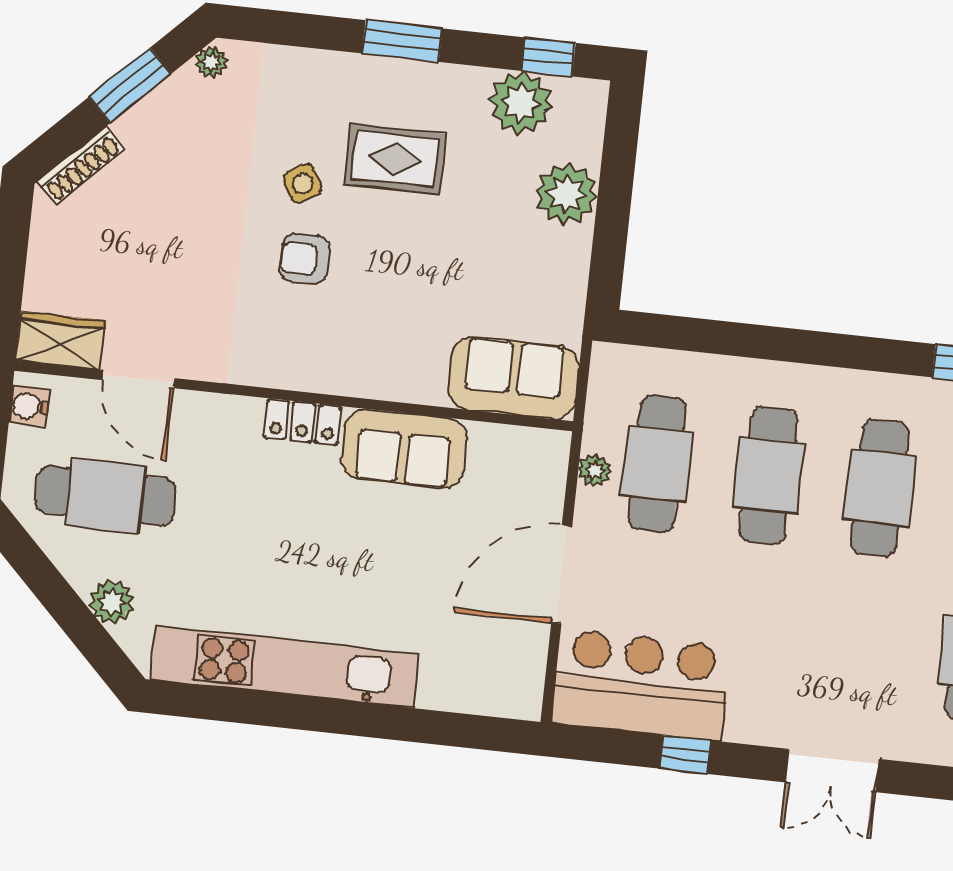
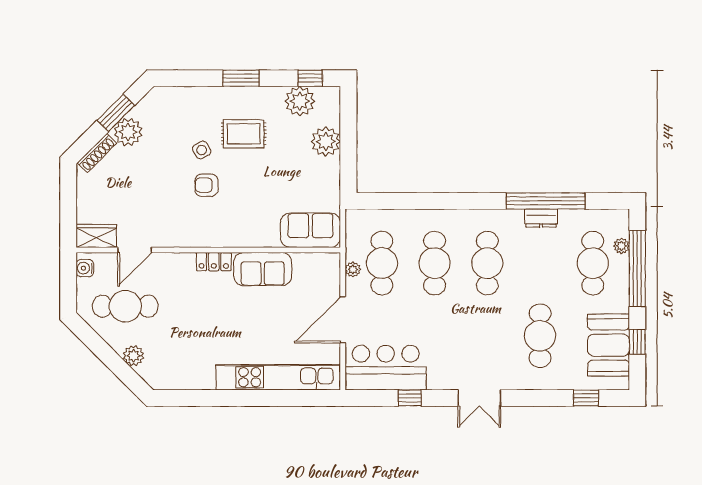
plant: (211, 62) -> (128, 132), moved, width x1.87, depth x1.87
door: (138, 379) -> (135, 250), hinge flipped
kitchen unit: (285, 667) -> (278, 377), moved

